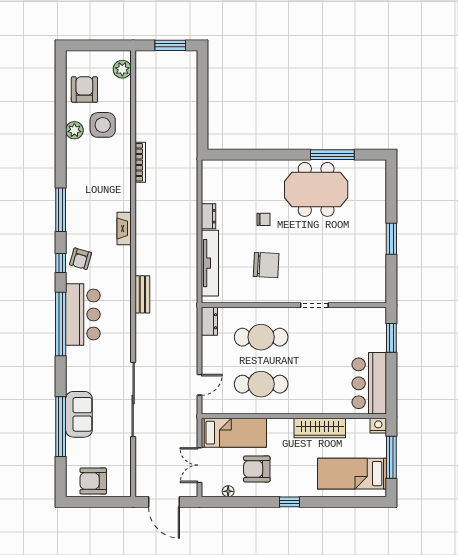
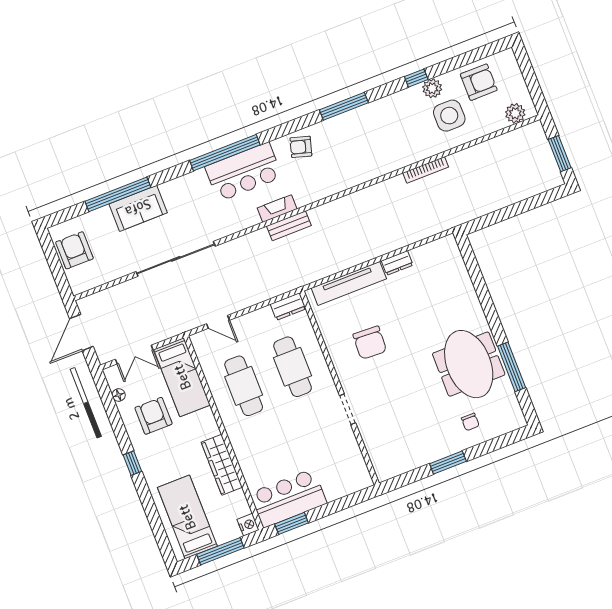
chair: (263, 219) -> (470, 422), moved
fireplace: (124, 228) -> (277, 209), moved
window: (61, 263) -> (416, 78), moved
window: (391, 338) -> (292, 523), moved
double door: (200, 465) -> (134, 355), swing flipped

